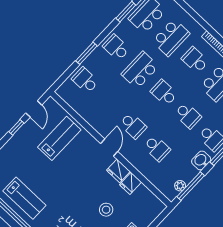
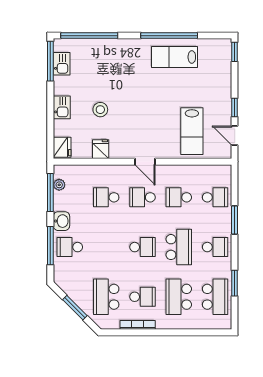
school desk: (188, 115) -> (179, 197), moved
fridge: (118, 171) -> (62, 147), moved, turned 90

